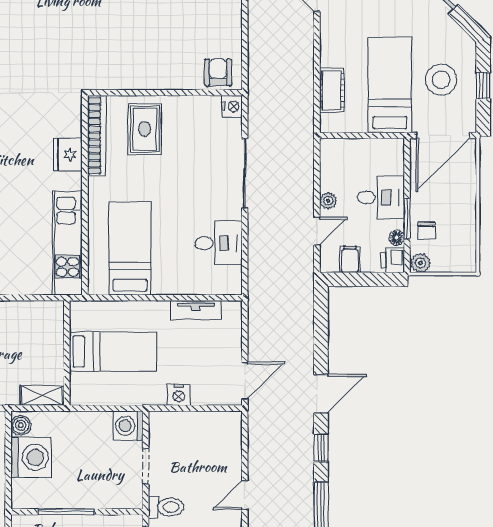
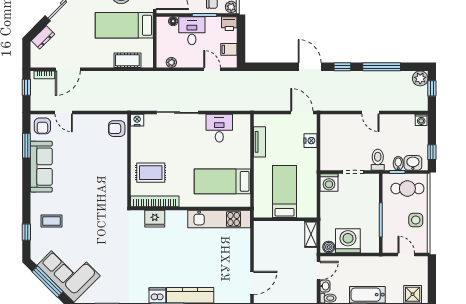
fridge: (68, 155) -> (155, 219), moved
plant: (328, 201) -> (171, 62), moved
floor lamp: (397, 238) -> (173, 21), moved
nightstand: (179, 395) -> (310, 141), moved

